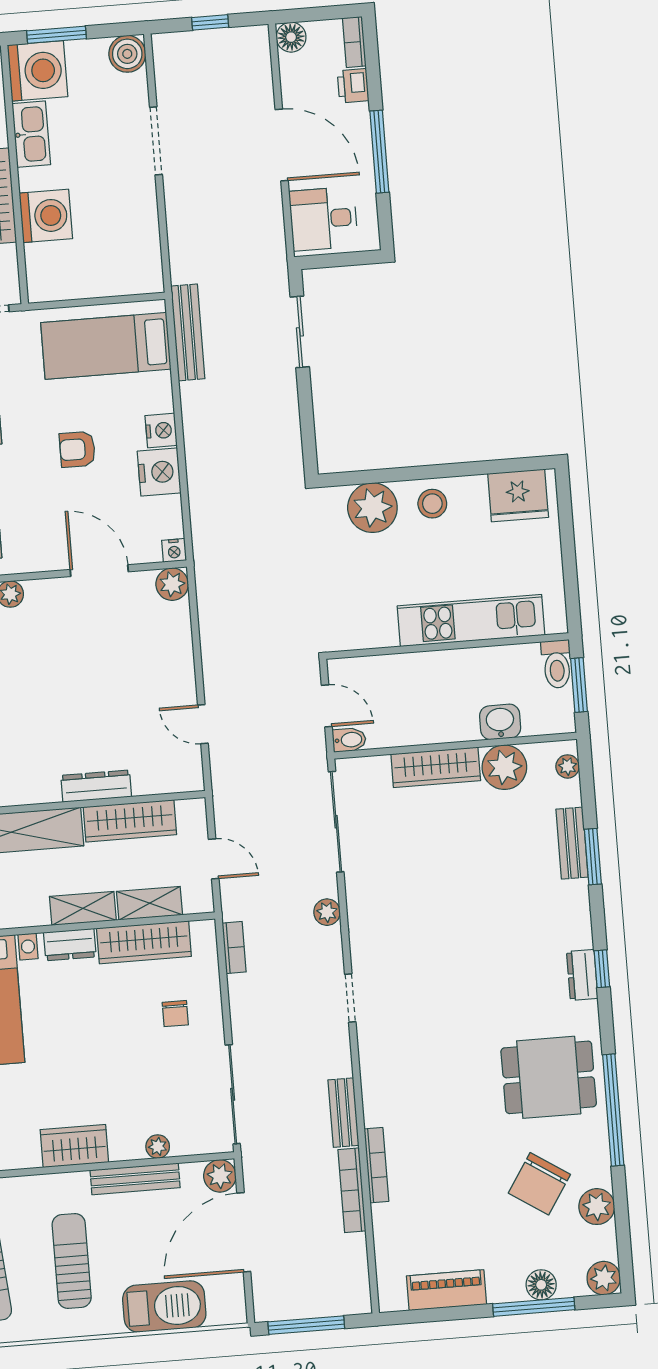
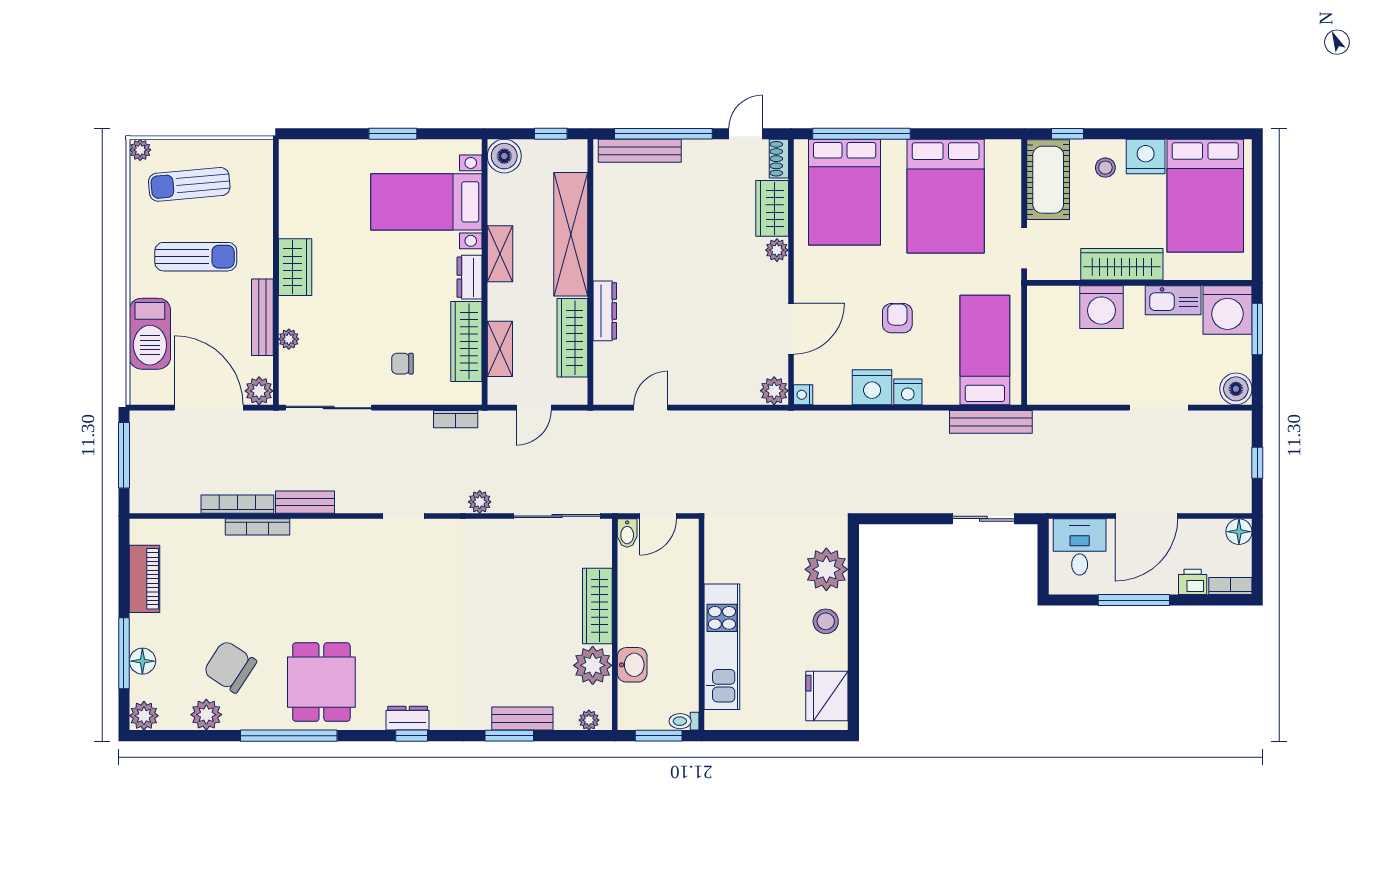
toilet: (557, 664) -> (684, 721), width x0.73, depth x0.72
shelving: (83, 908) -> (500, 254), moved

